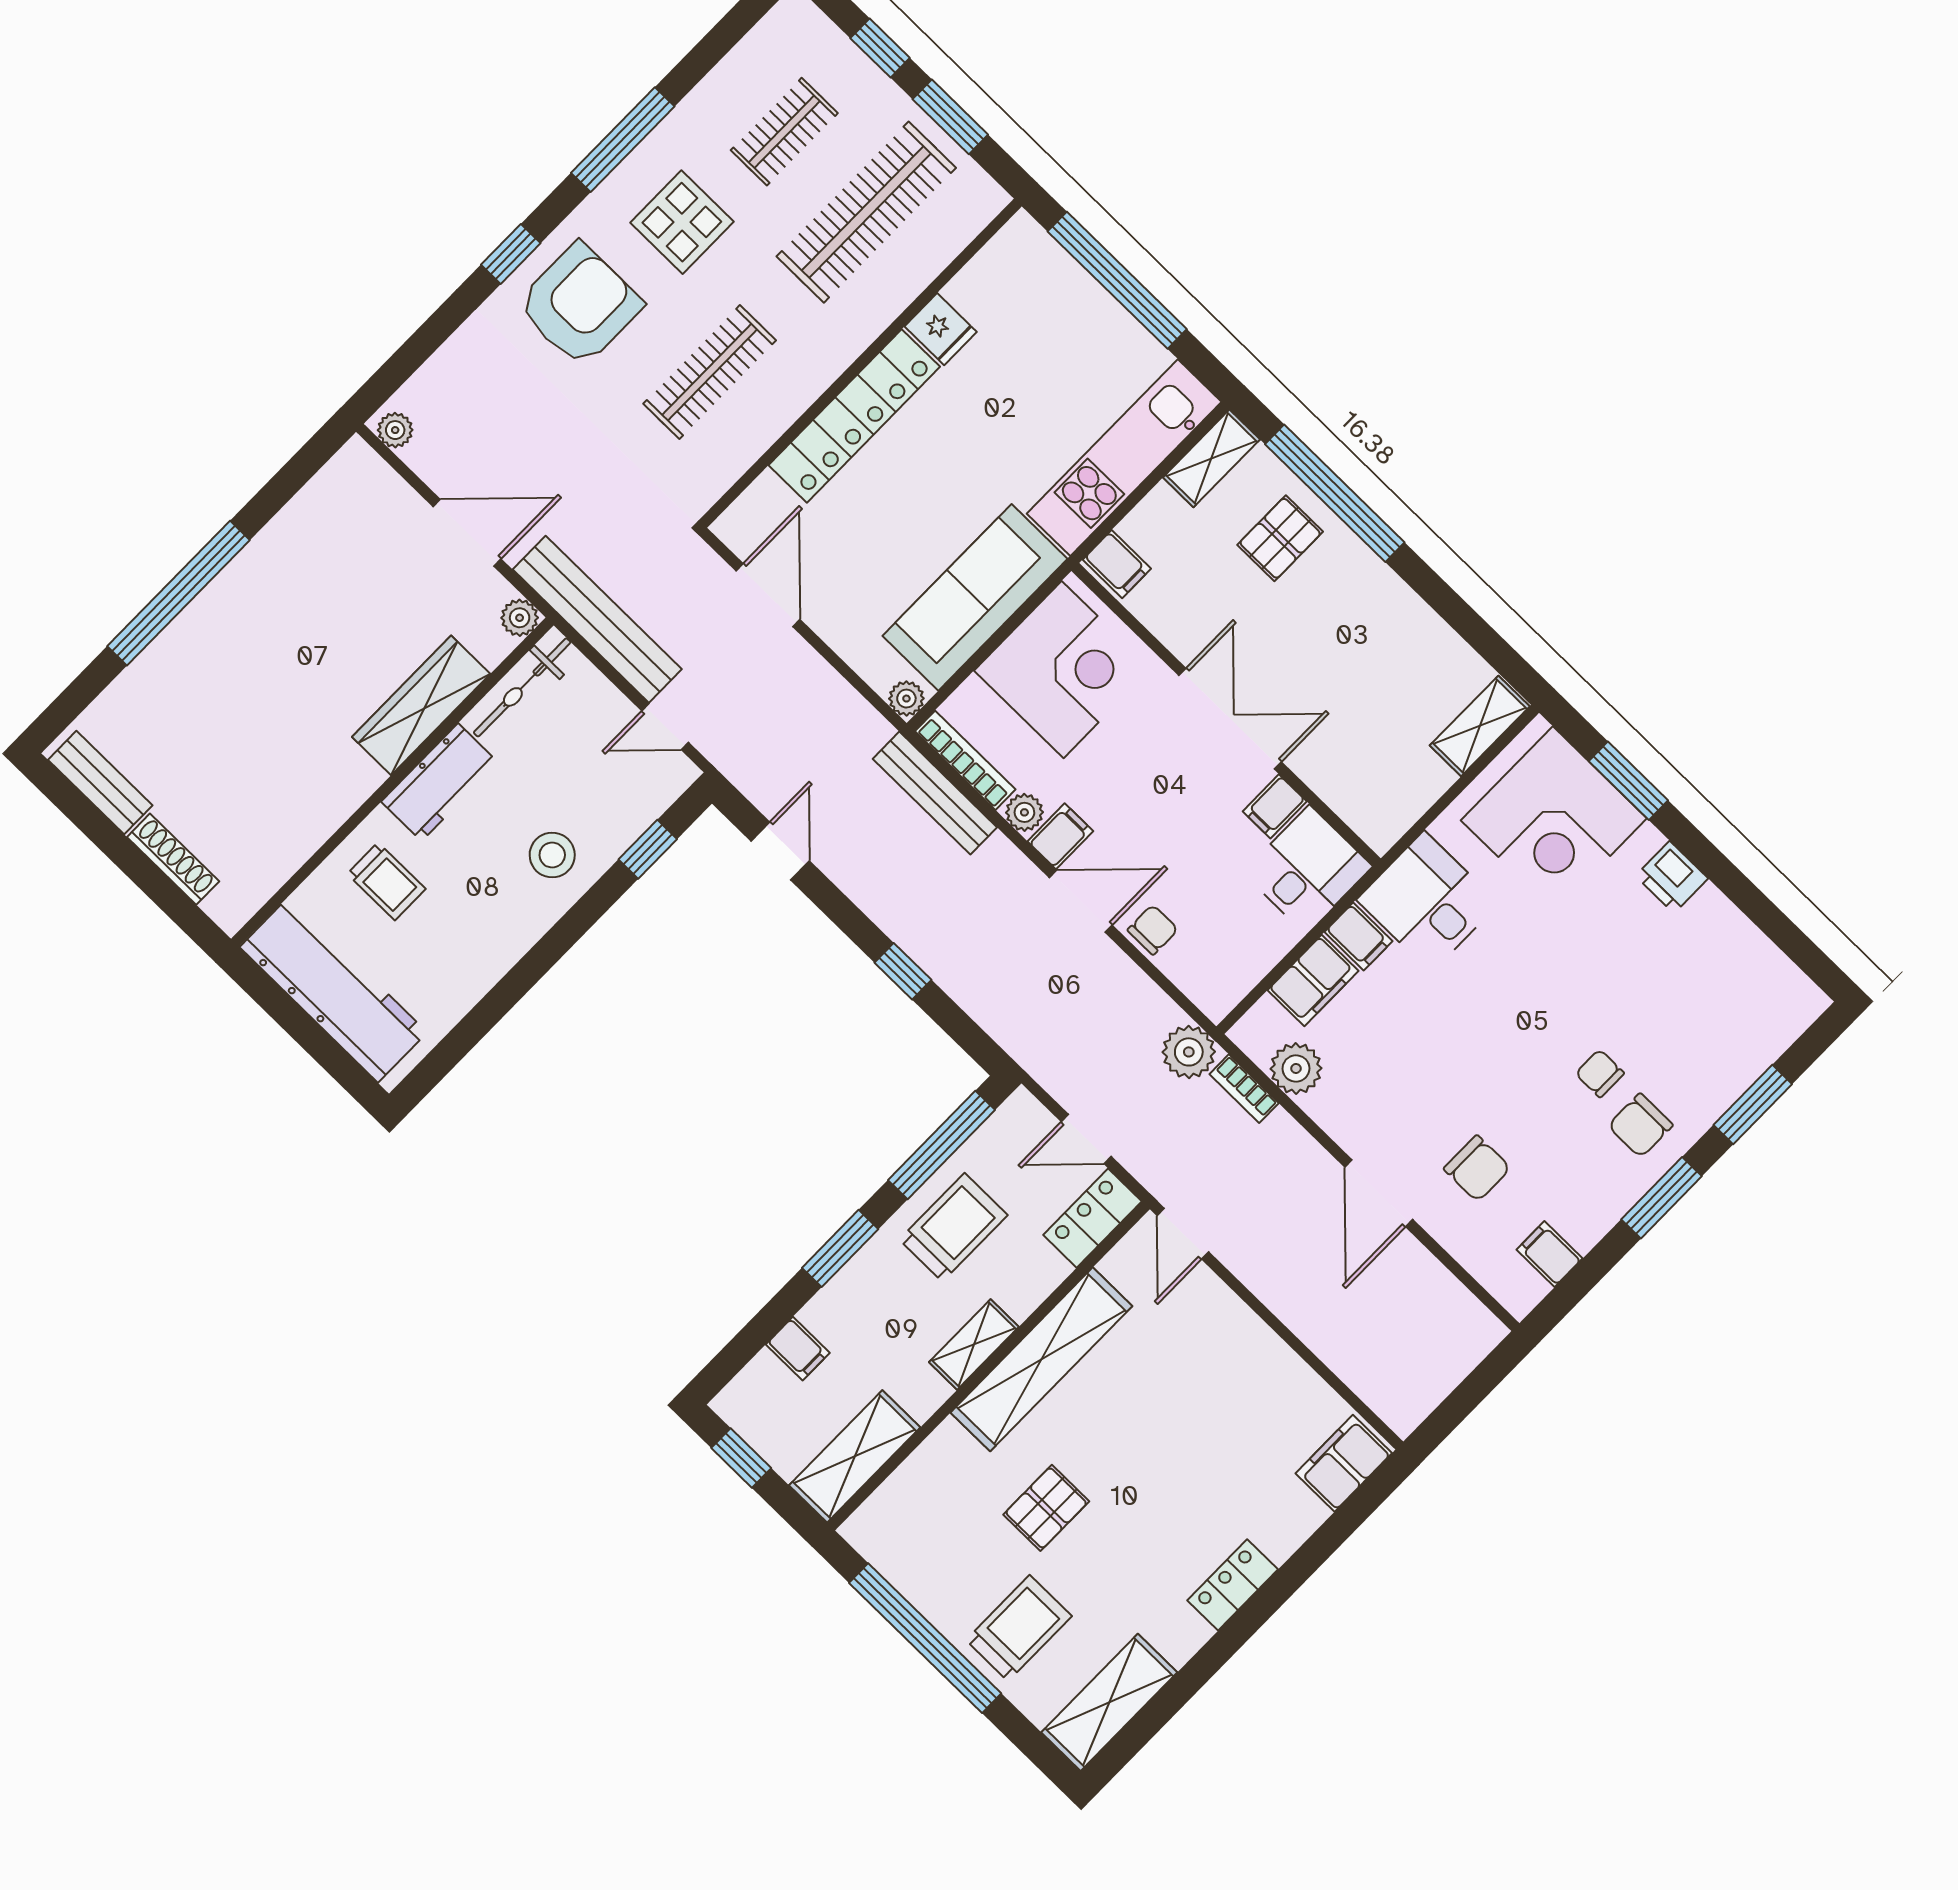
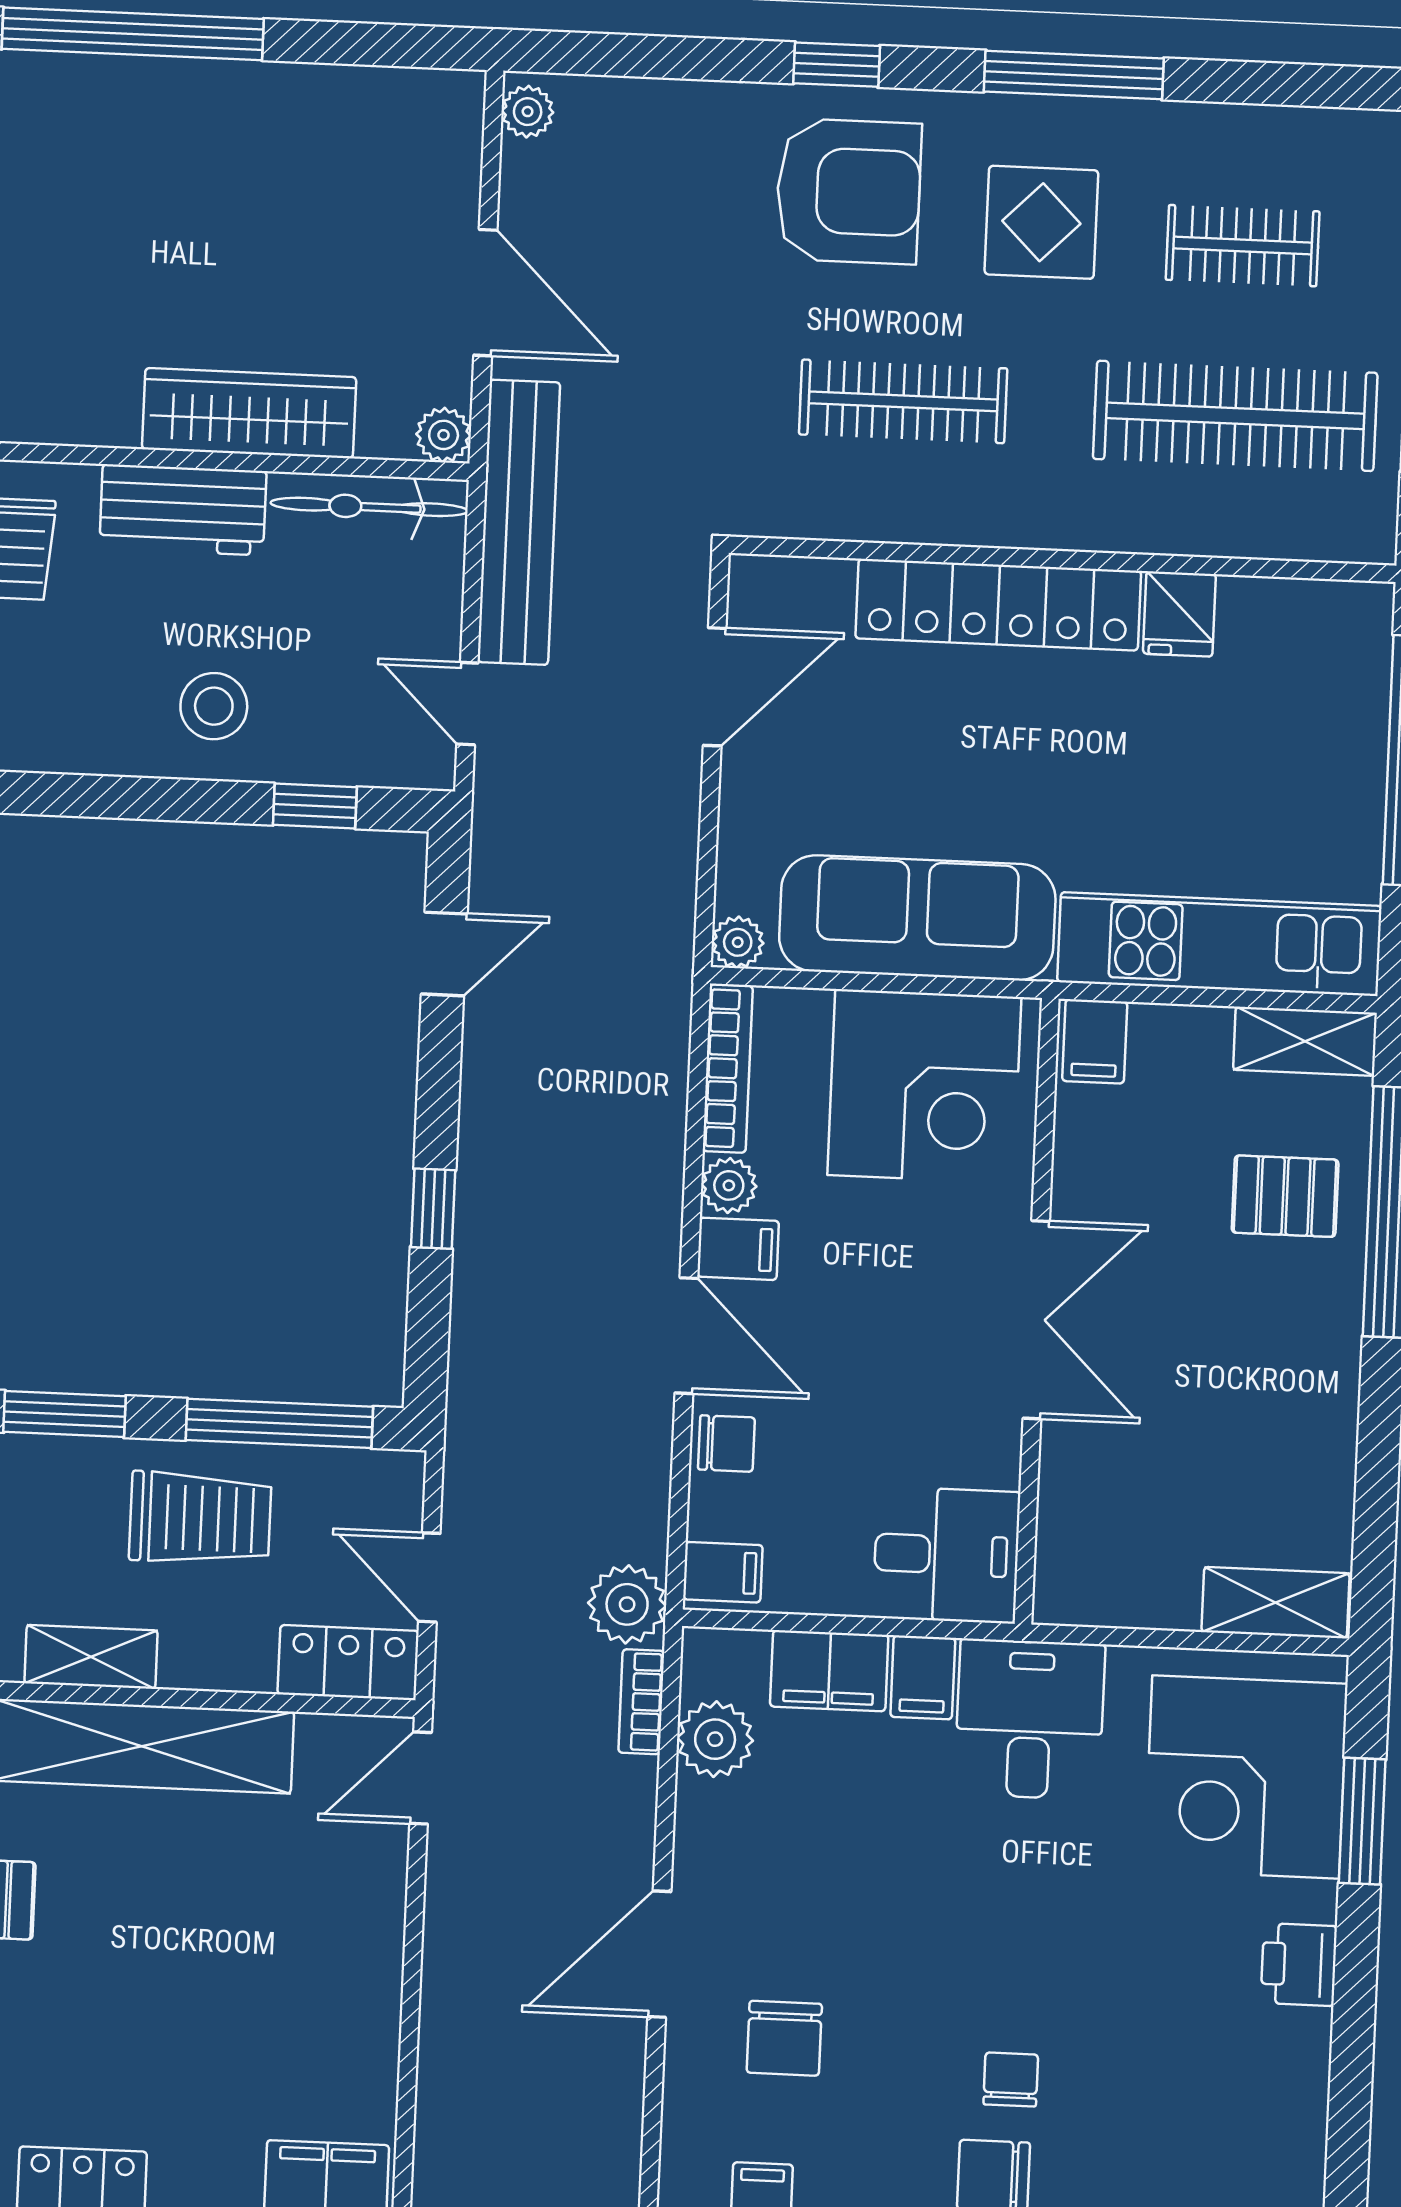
bench: (935, 793) -> (661, 1067), removed
filing cabinet: (1275, 806) -> (723, 1572), moved, turned 180

